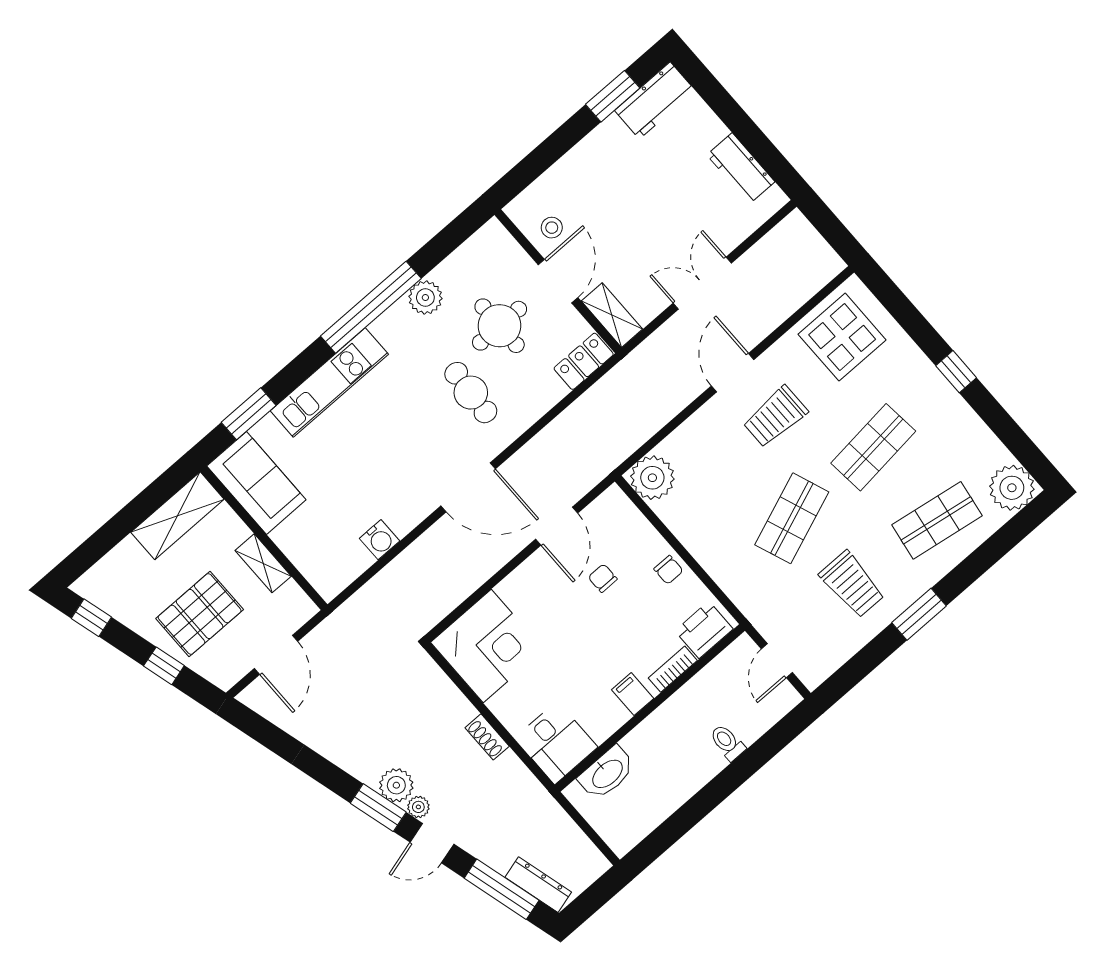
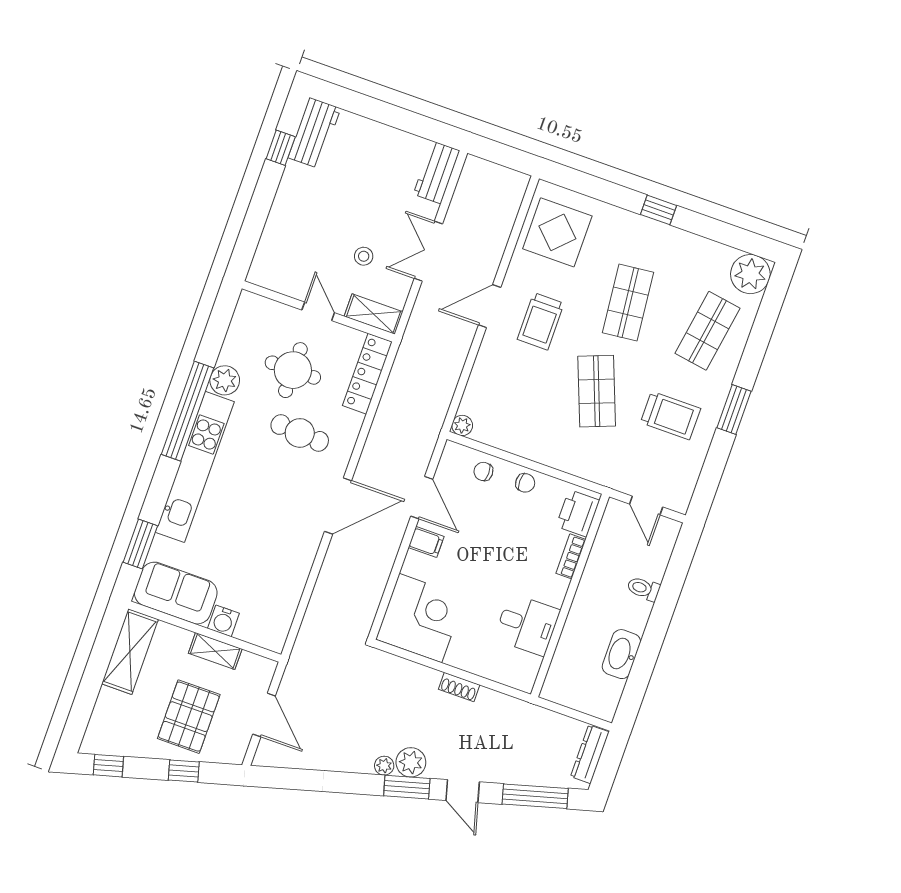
window: (613, 96) -> (281, 148), width x0.67
workbench: (741, 168) -> (437, 172), moved, turned 90
stool: (552, 228) -> (364, 256), moved
door: (558, 281) -> (318, 311), width x0.73
locker: (584, 361) -> (367, 374), width x1.53
door: (733, 373) -> (490, 306), hinge flipped
kitchen unit: (329, 382) -> (195, 467), width x1.36
plant: (652, 478) -> (462, 425), width x0.53, depth x0.53
water cooler: (380, 540) -> (223, 621), moved, turned 90
chair: (603, 578) -> (483, 471), moved
filing cabinet: (633, 694) -> (426, 542), moved, turned 180
desk: (556, 743) -> (527, 625), moved
washbasin: (607, 773) -> (621, 654), moved, turned 180
plant: (418, 807) -> (384, 766), moved
door: (432, 843) -> (463, 791), hinge flipped
dresser: (538, 885) -> (590, 754), moved, turned -75

